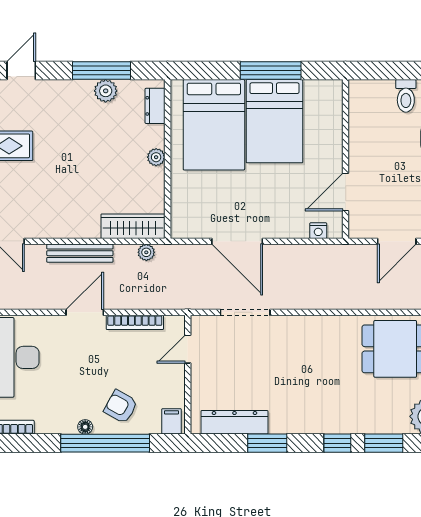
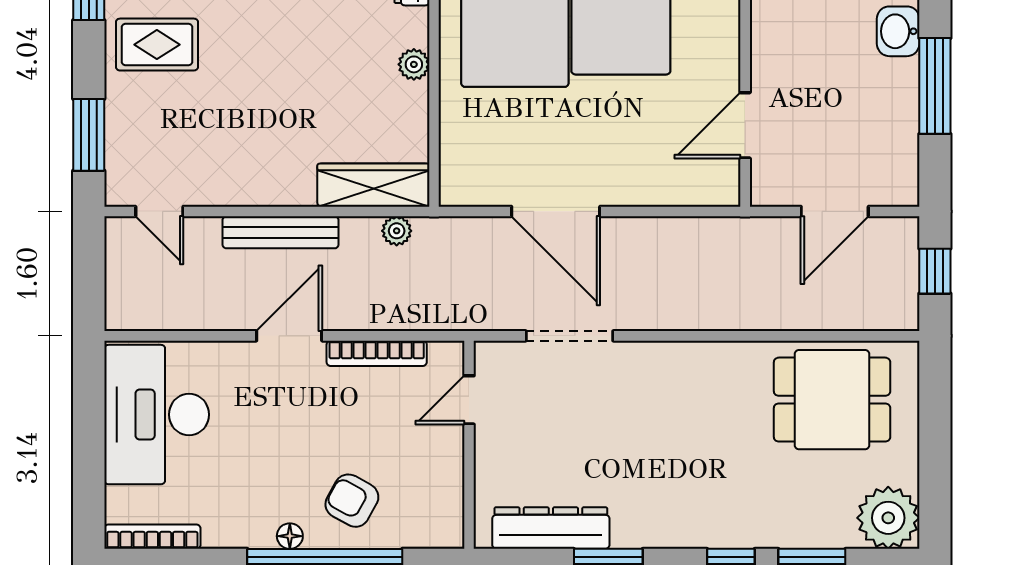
nightstand: (318, 231) -> (697, 193), removed
filing cabinet: (172, 421) -> (441, 526), removed

